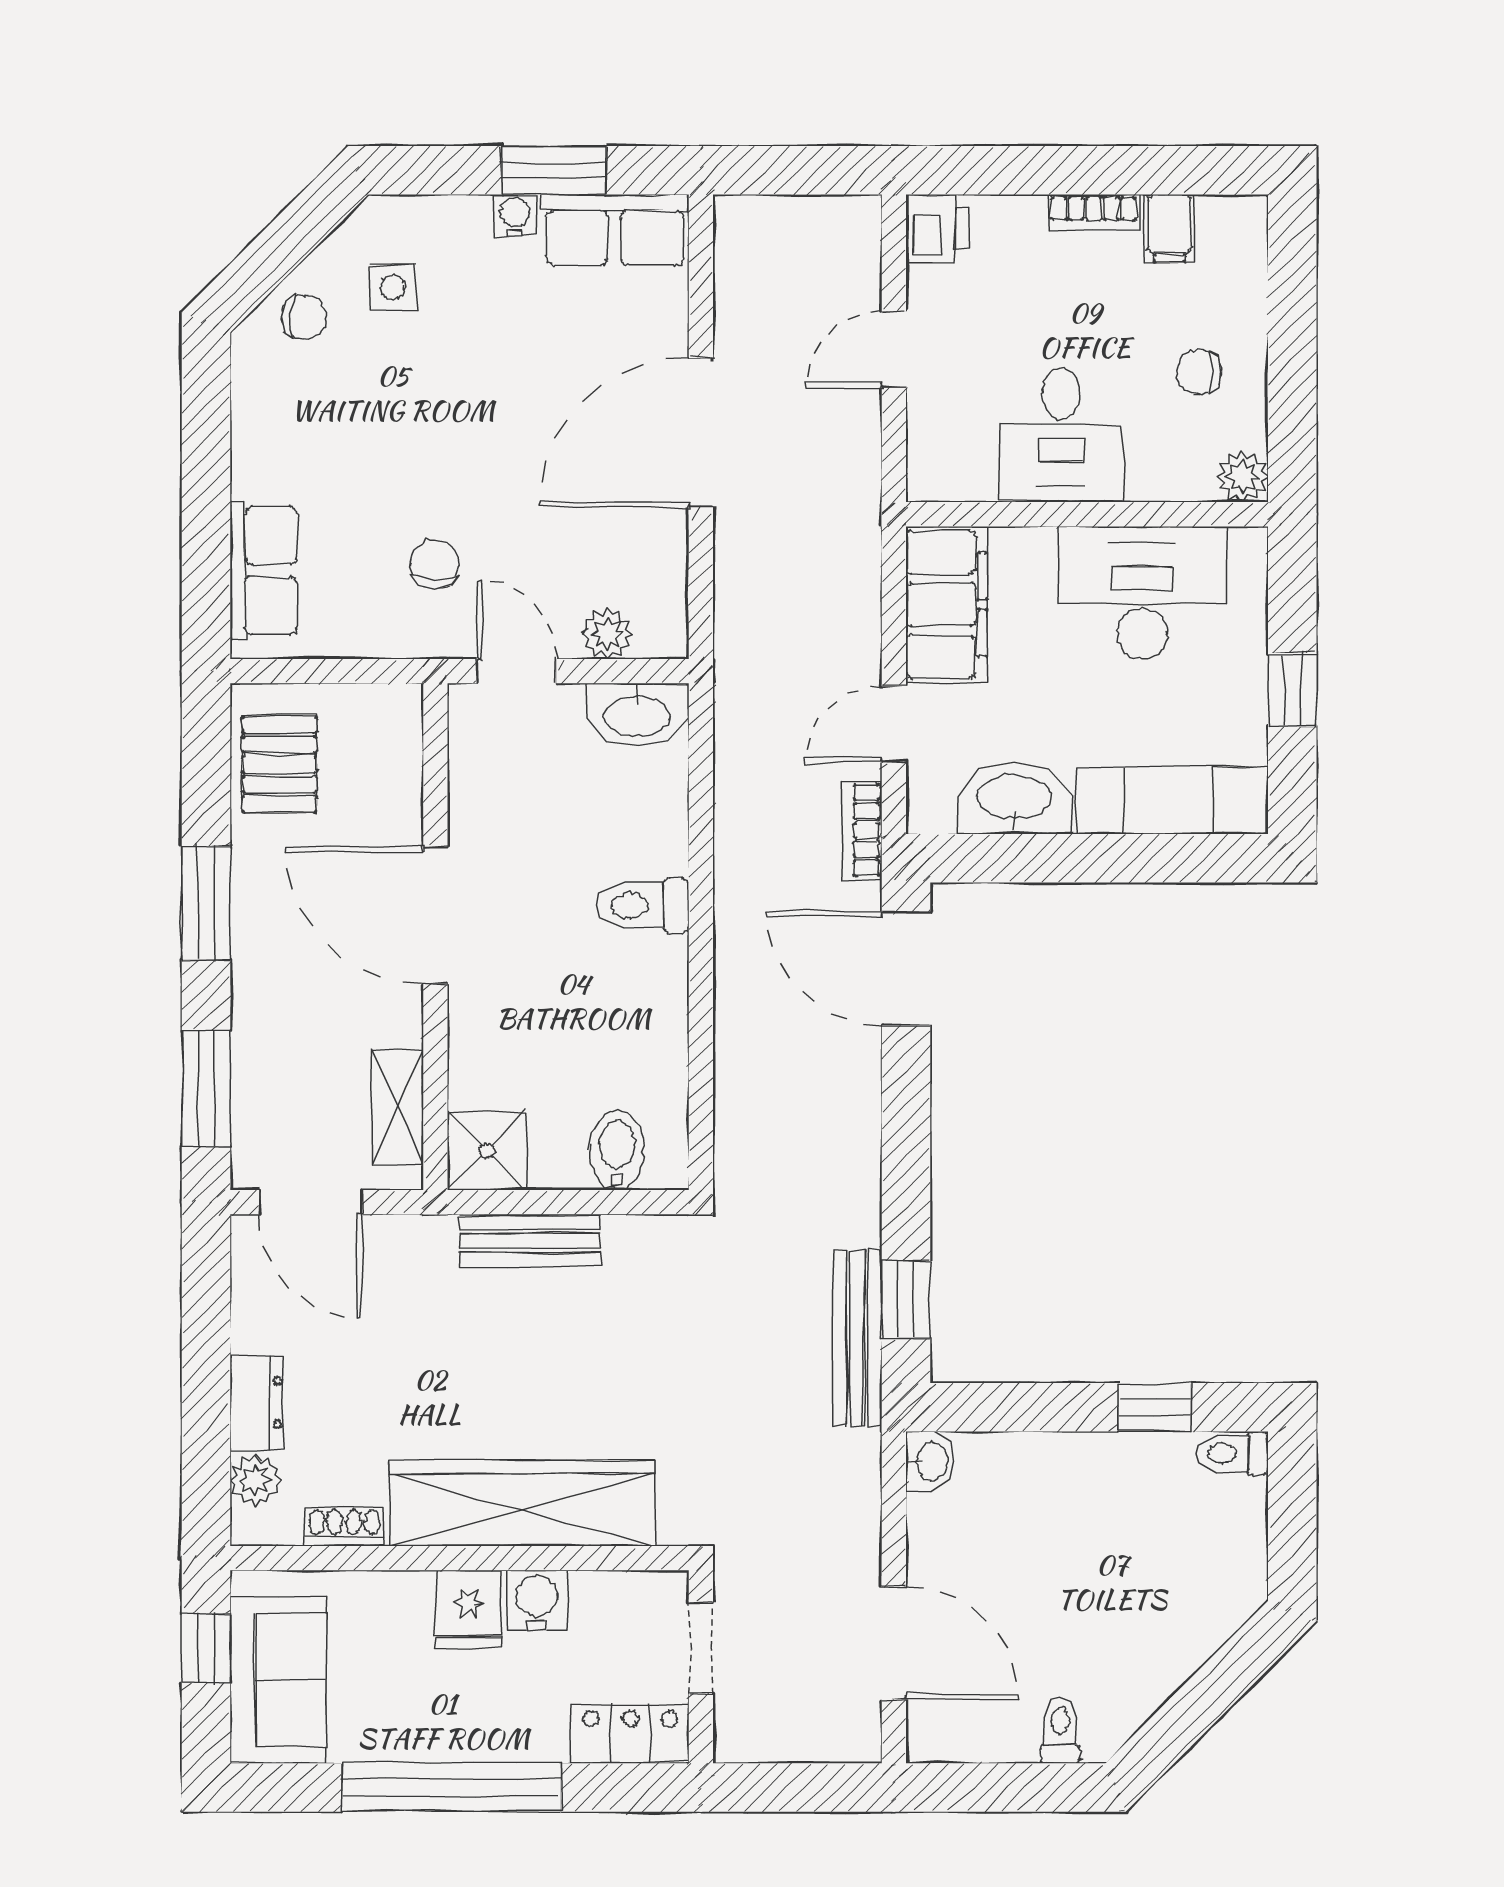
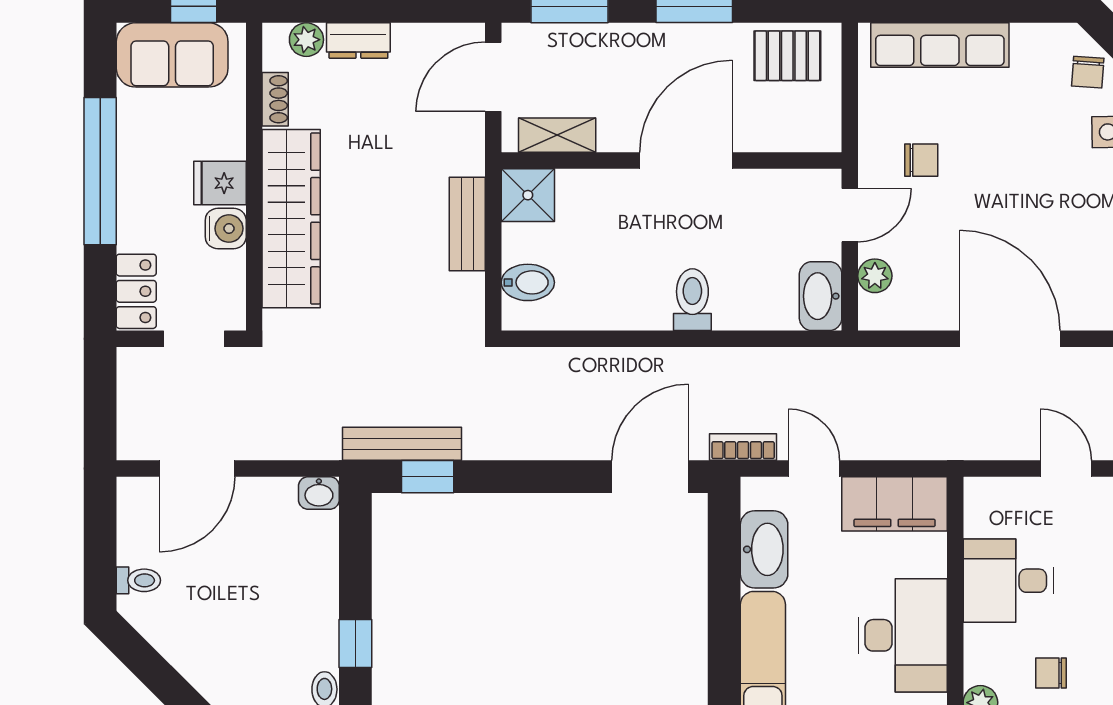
chair: (1199, 372) -> (1051, 673), turned -90
row of seats: (263, 570) -> (940, 45), width x1.48

